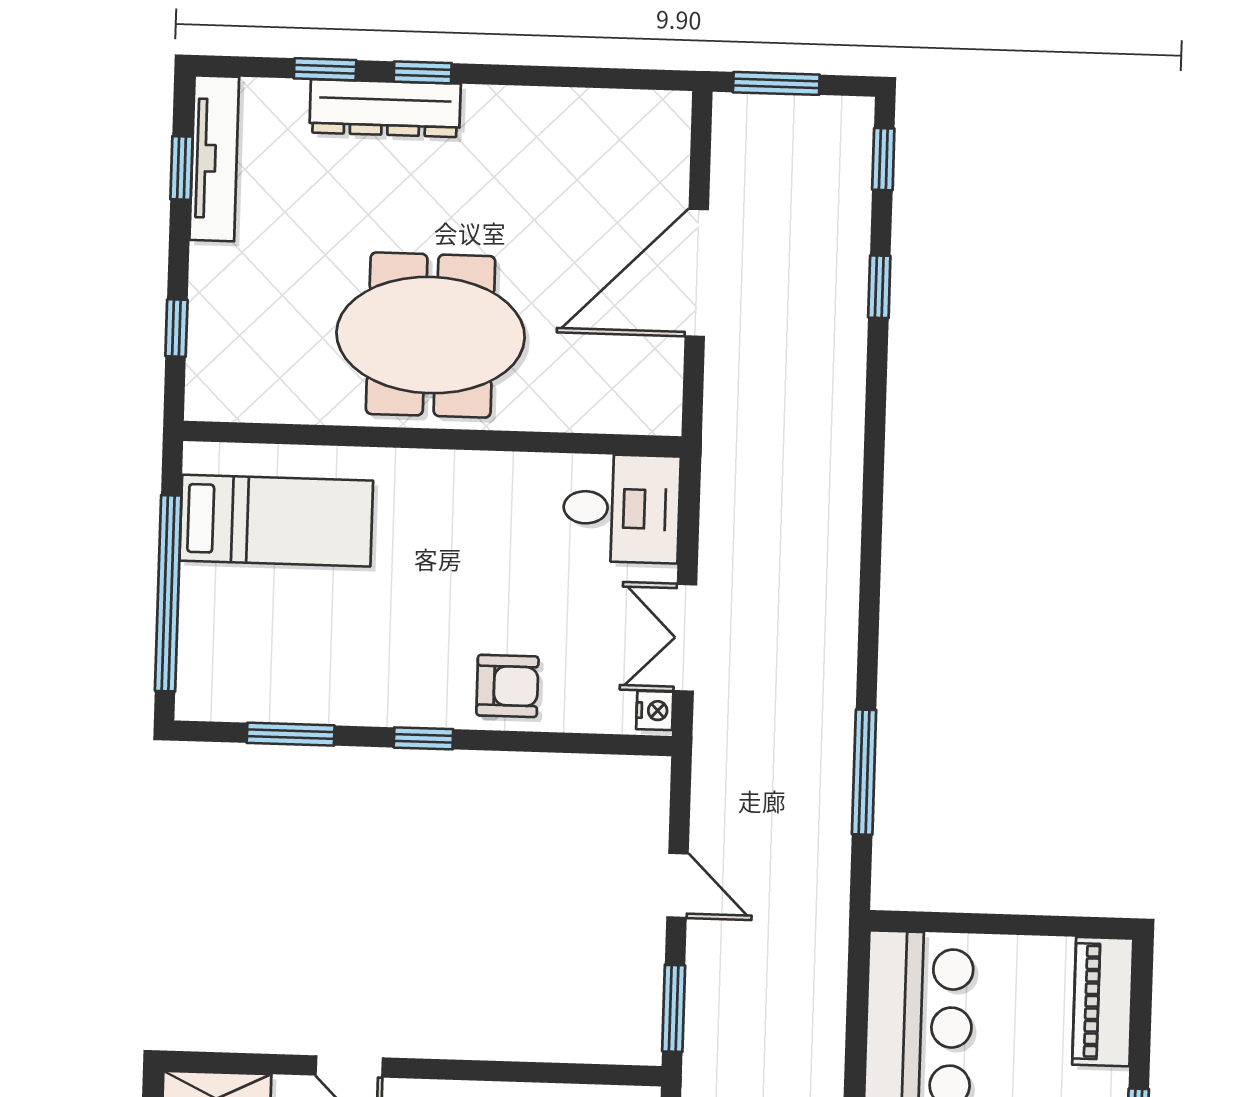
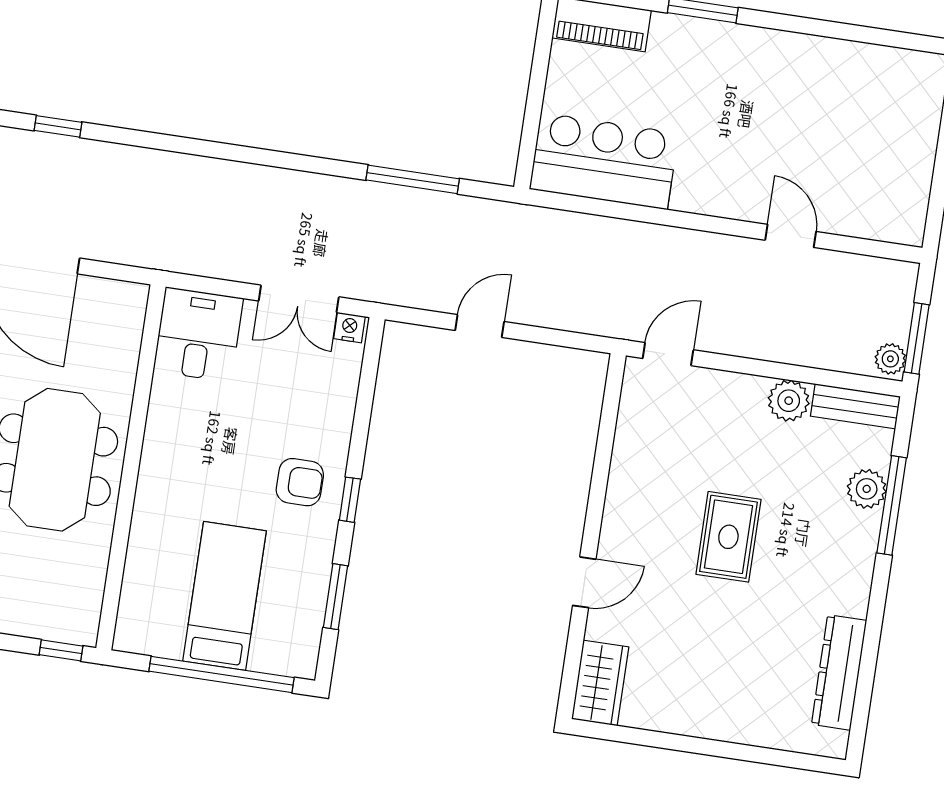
window: (176, 328) -> (61, 650), moved
bed: (276, 521) -> (225, 596), moved
armchair: (507, 686) -> (300, 482), moved, turned 90
window: (674, 1008) -> (570, 339), removed

